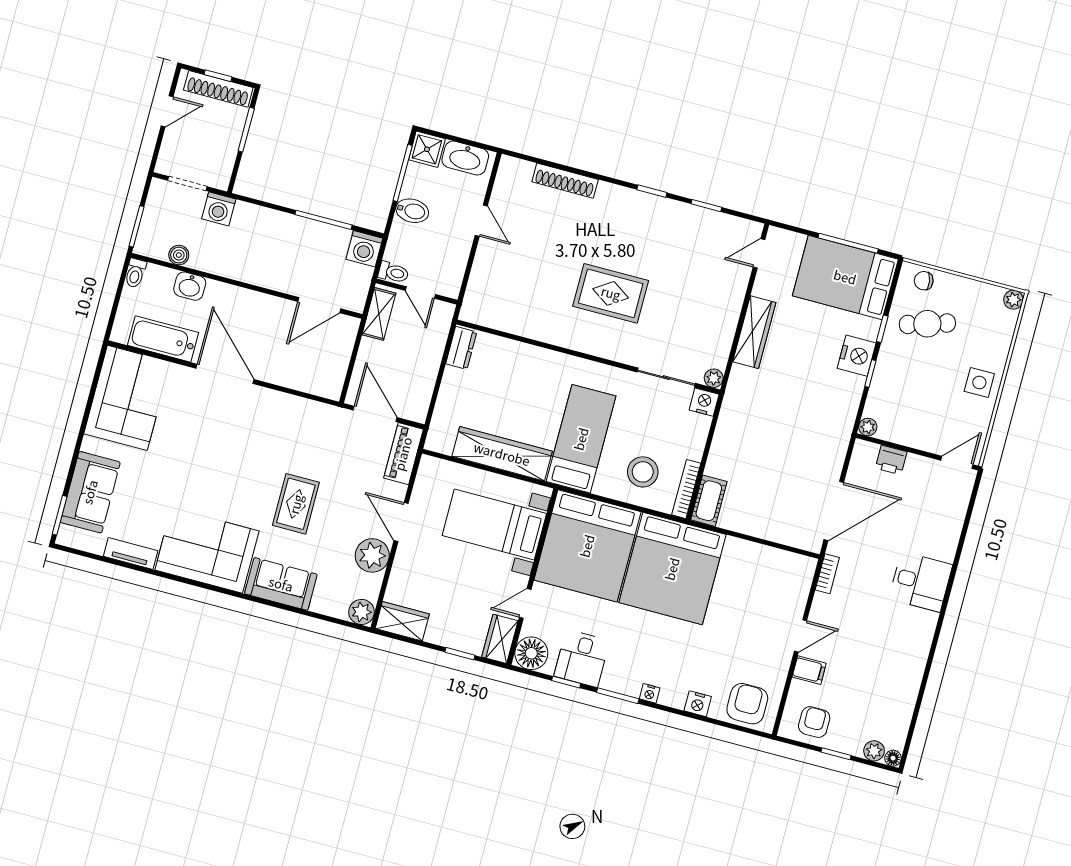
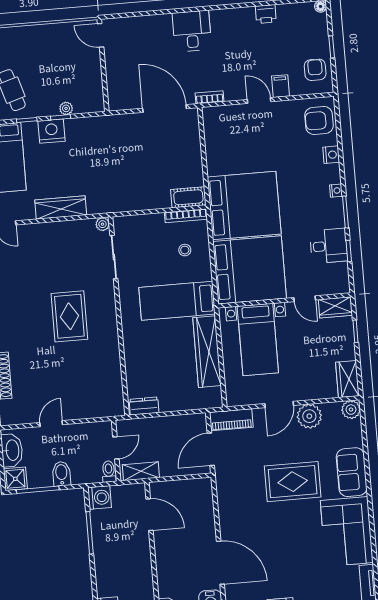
door: (225, 374) -> (220, 563), swing flipped
side table: (979, 383) -> (40, 40), removed
nightstand: (704, 402) -> (121, 225), removed
plant: (868, 427) -> (66, 108), moved
printer: (891, 460) -> (266, 14), moved, turned 90
stool: (643, 472) -> (185, 250), width x0.53, depth x0.53
rug: (296, 504) -> (293, 482), width x1.36, depth x1.43
floor lamp: (531, 653) -> (338, 282), removed
armchair: (814, 722) -> (315, 70), turned 90
plant: (874, 751) -> (320, 21), removed

